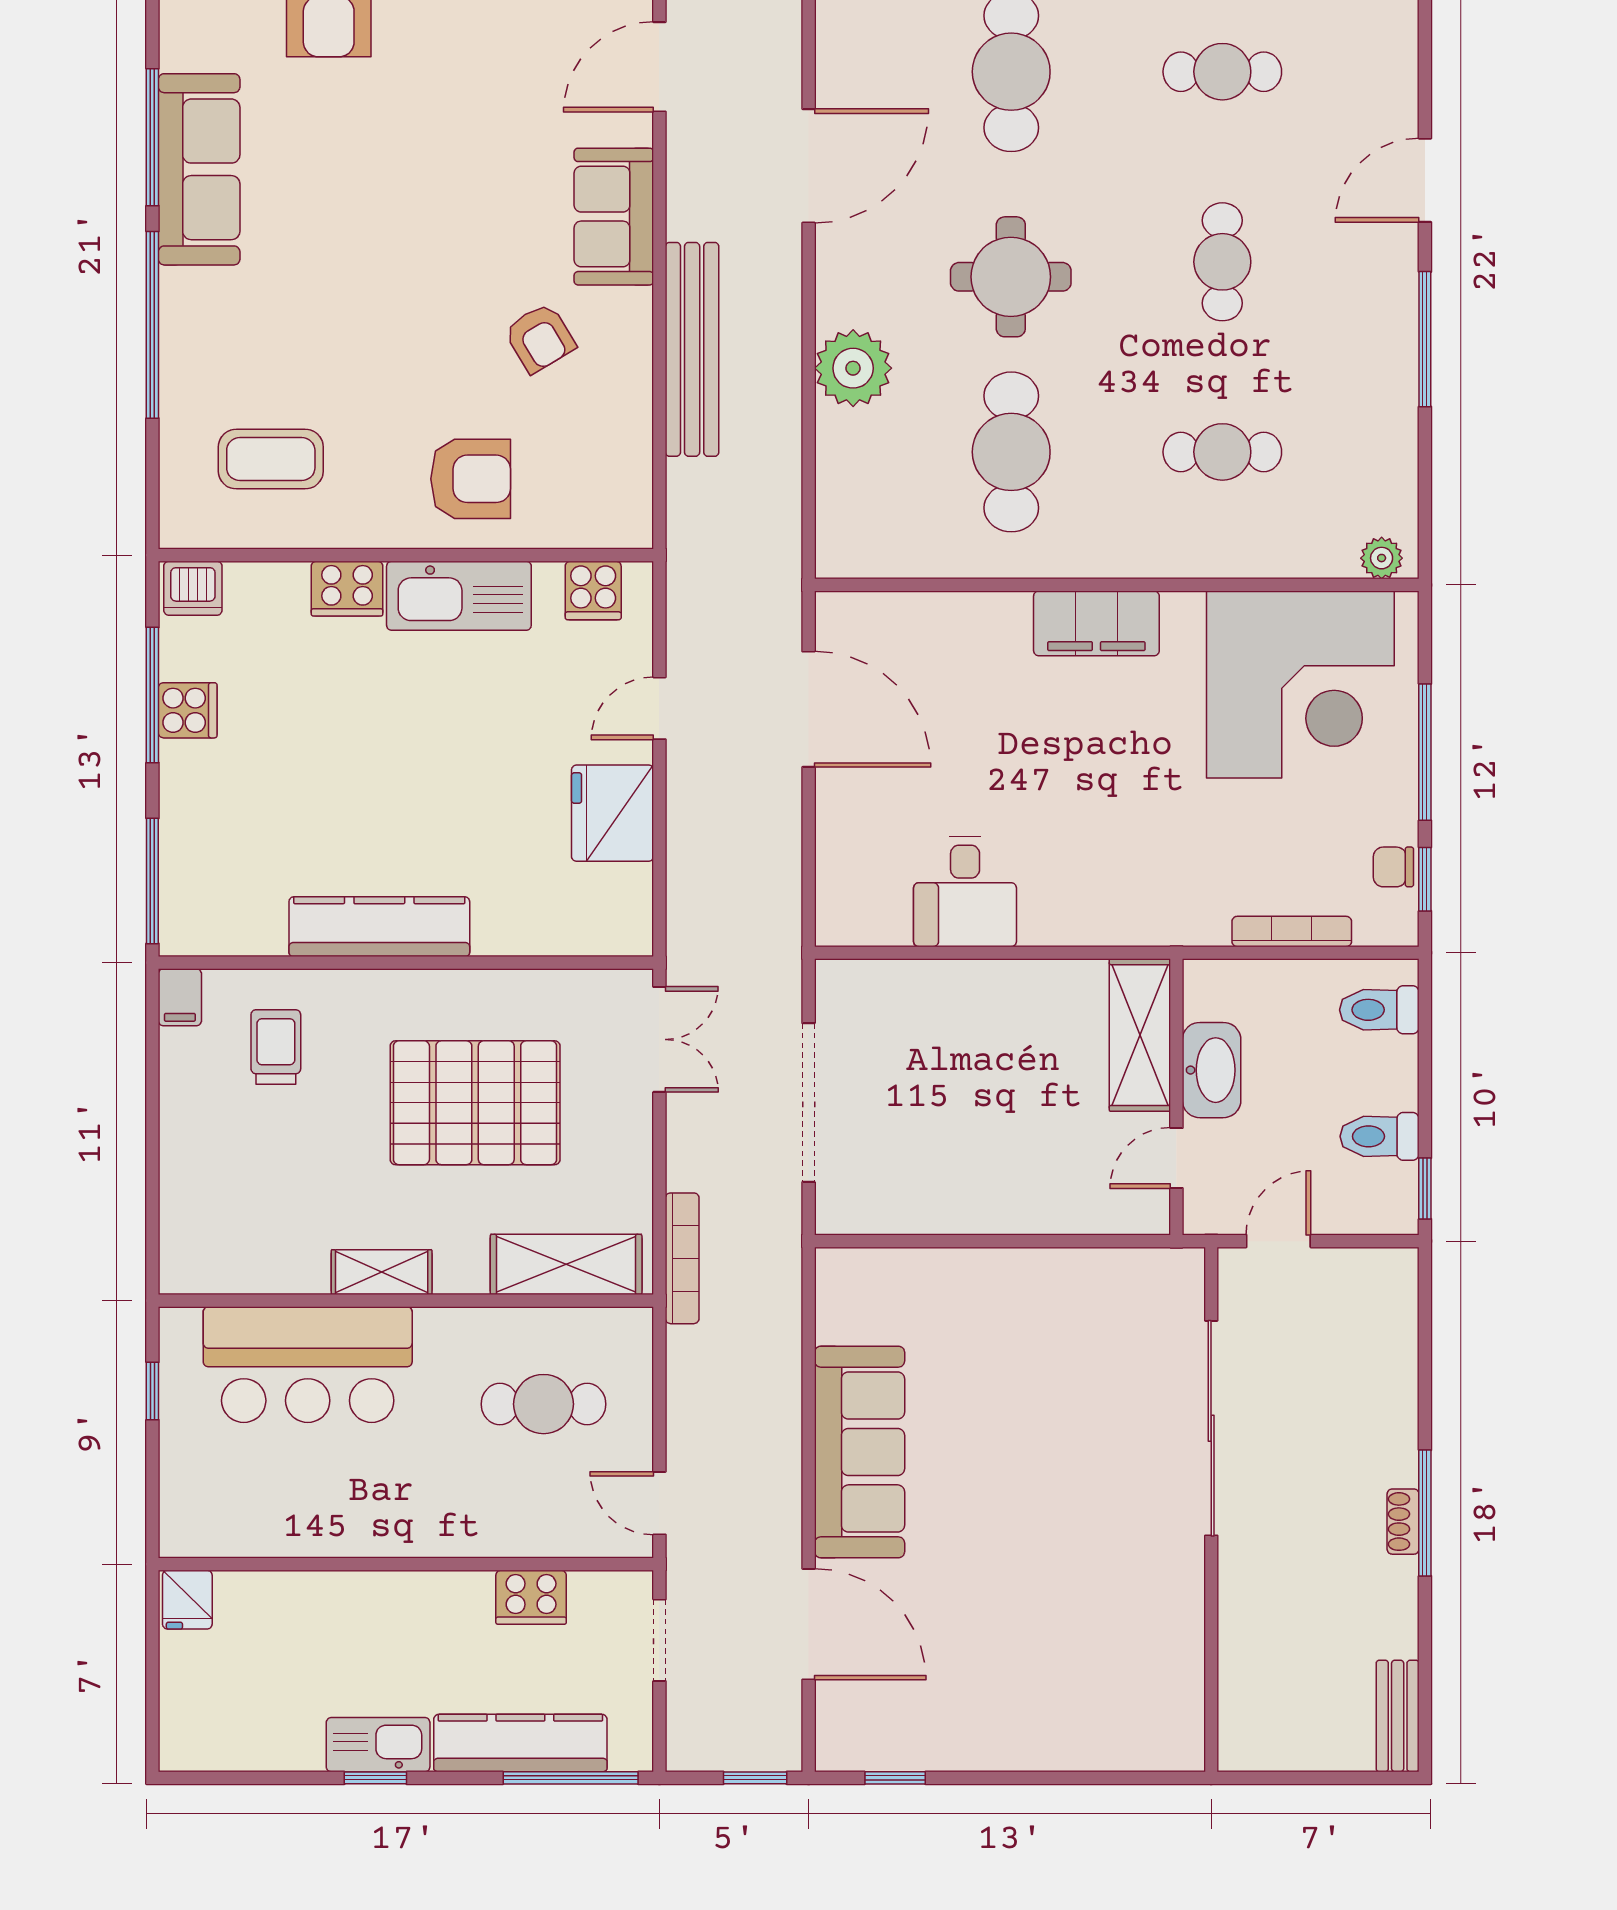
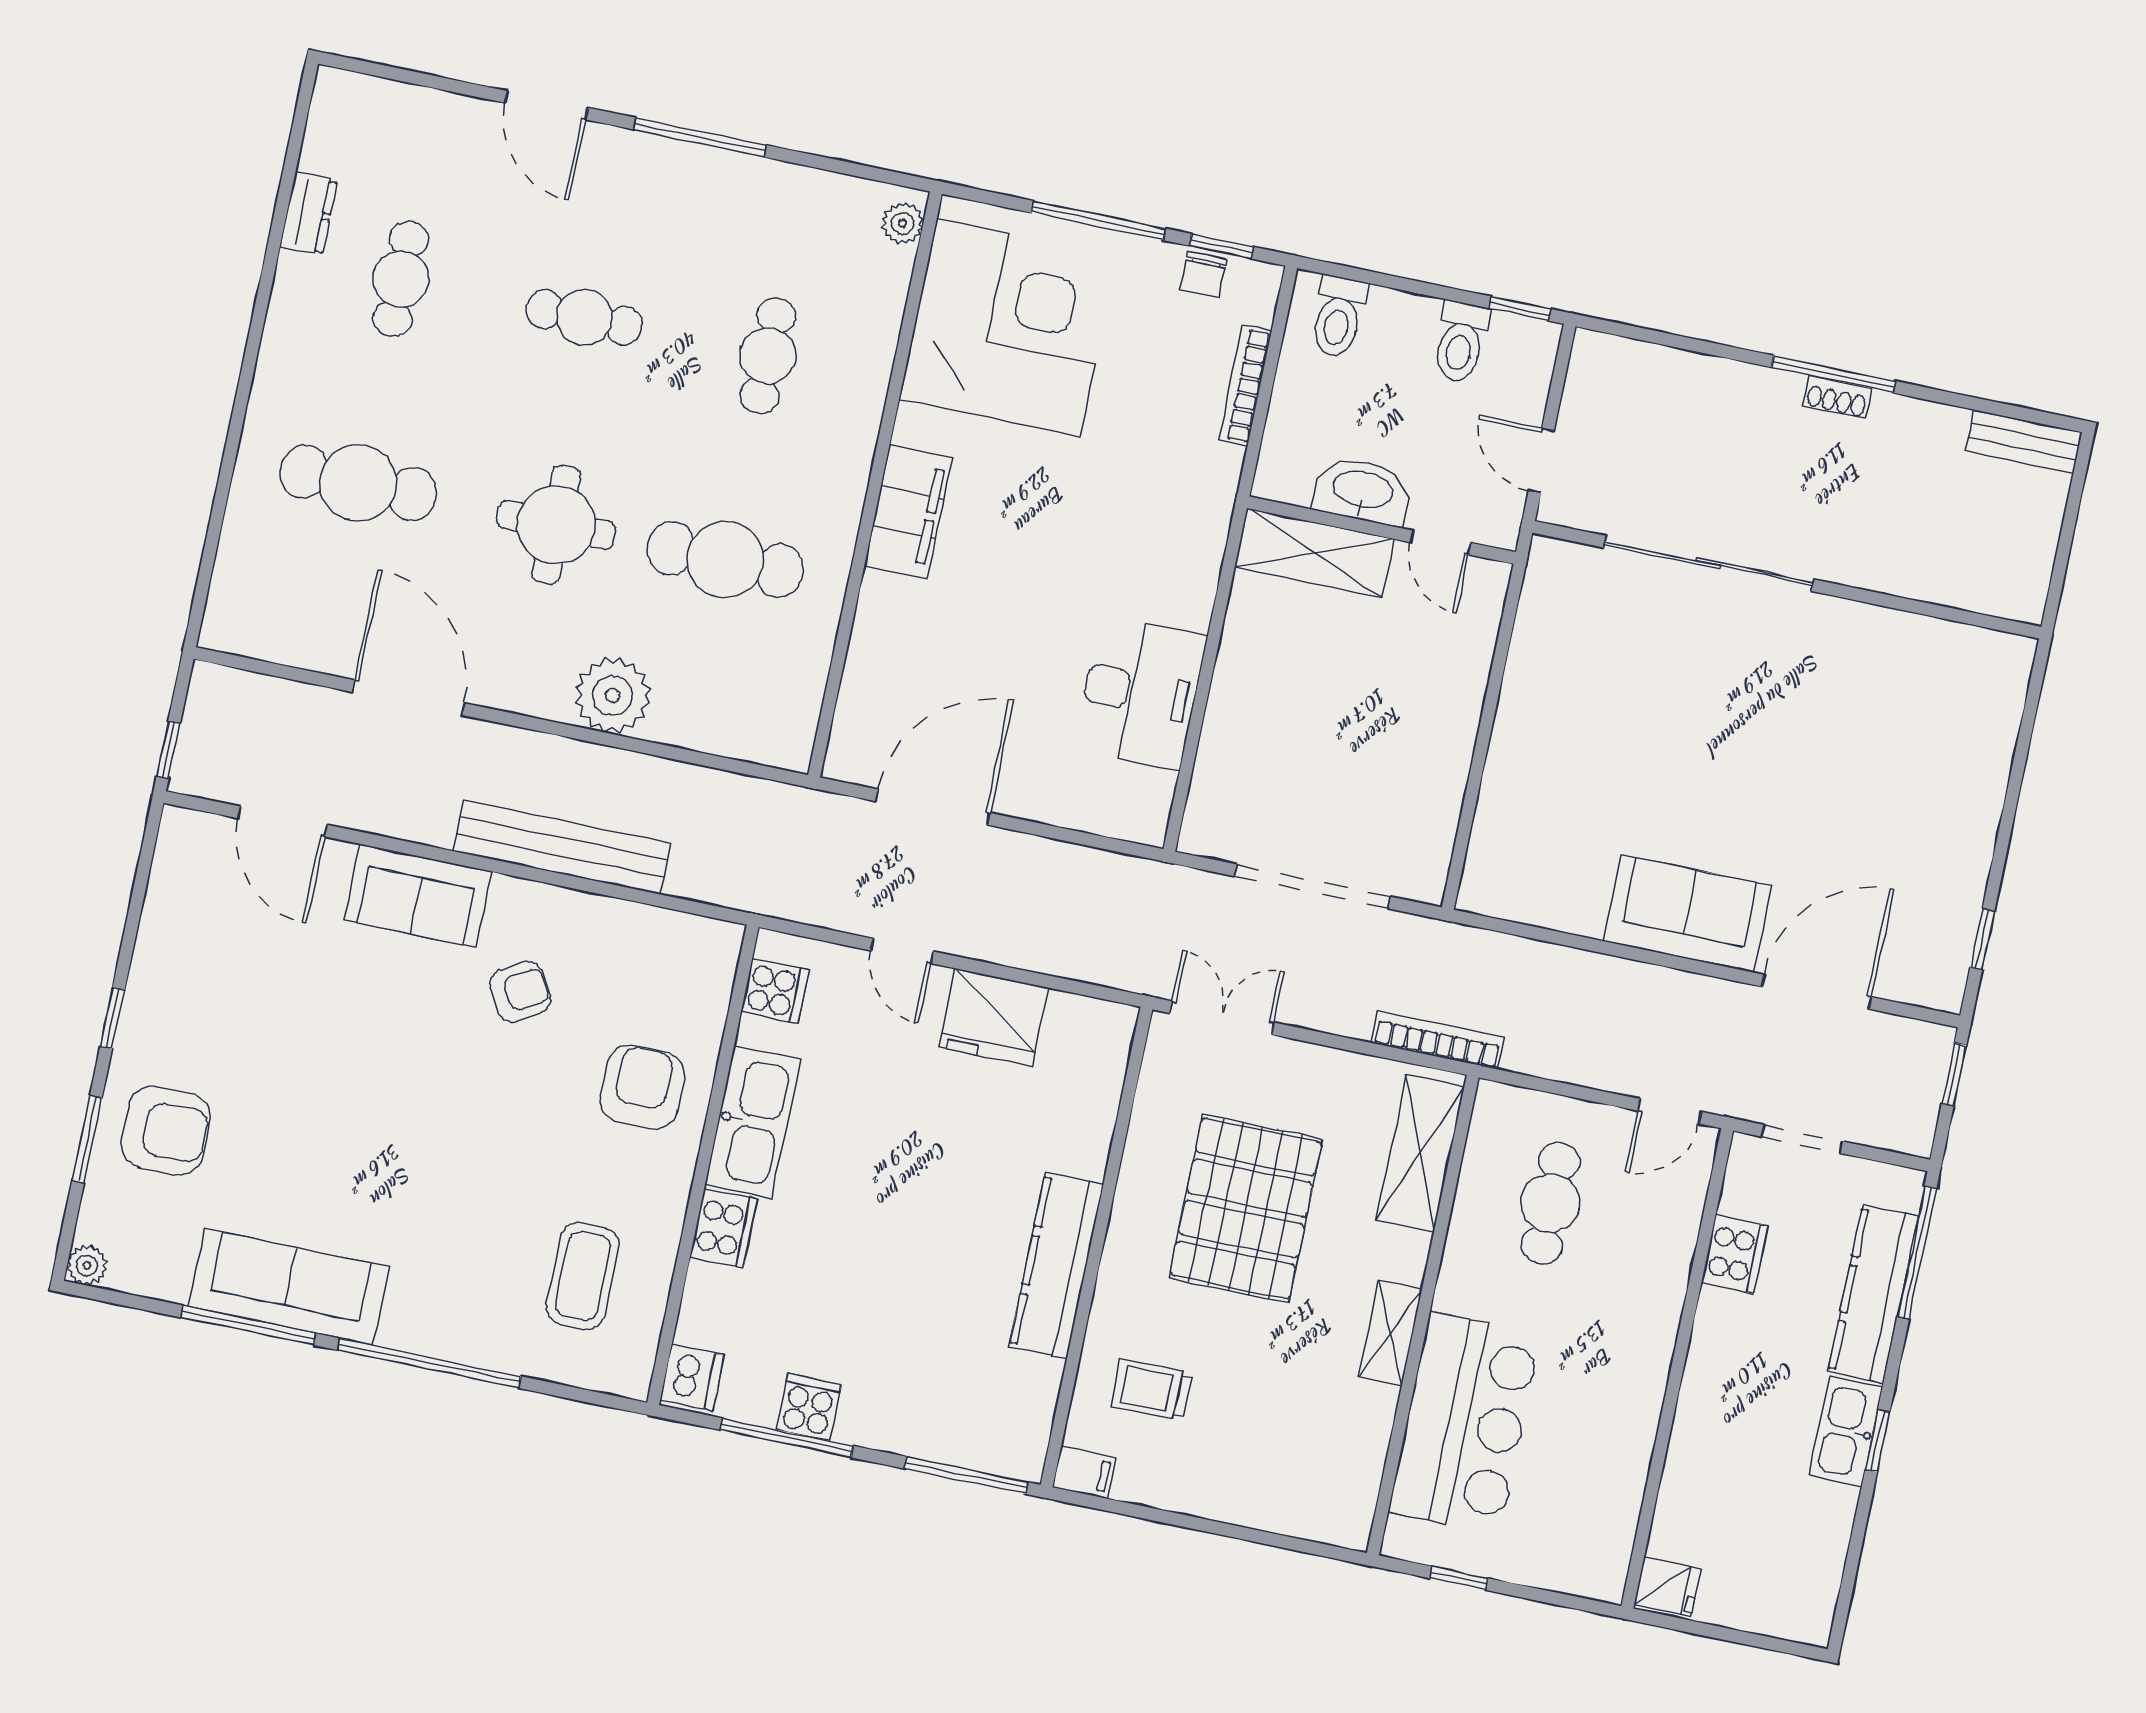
desk: (965, 891) -> (1140, 693), width x1.37
sofa: (860, 1452) -> (1688, 913), width x0.73

